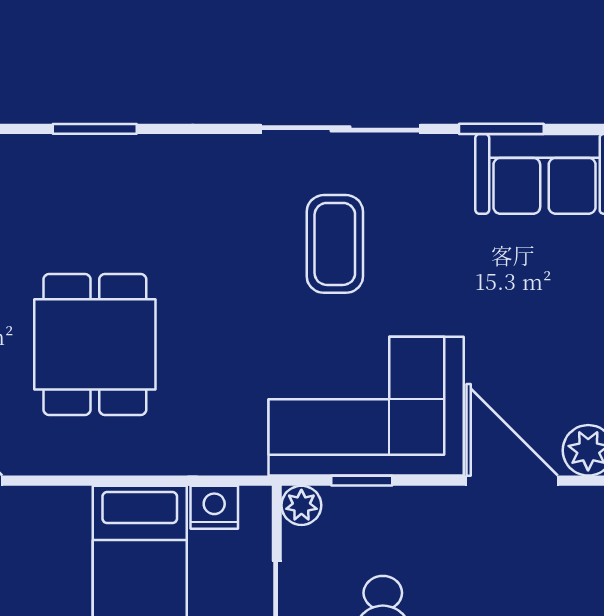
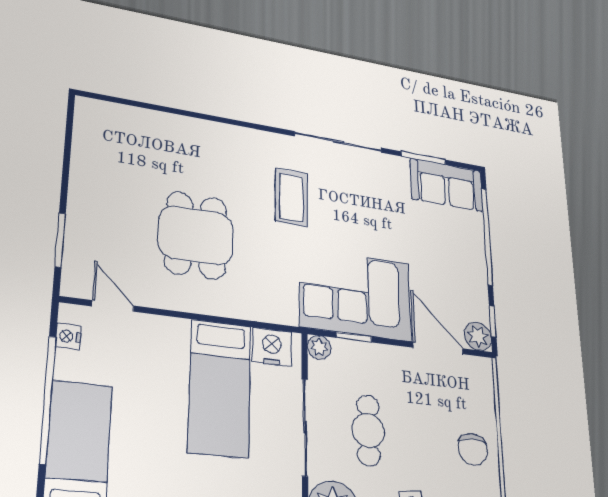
window: (95, 129) -> (200, 116), removed
coffee table: (335, 244) -> (291, 197), moved
nightstand: (214, 507) -> (272, 347), width x1.36, depth x1.33

